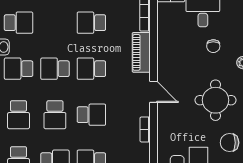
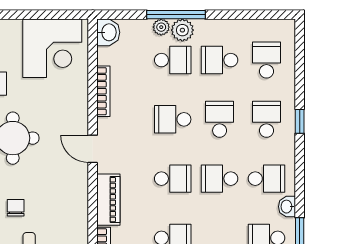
school desk: (55, 69) -> (220, 179), turned 180
bookcase: (145, 129) -> (103, 91), width x1.56

